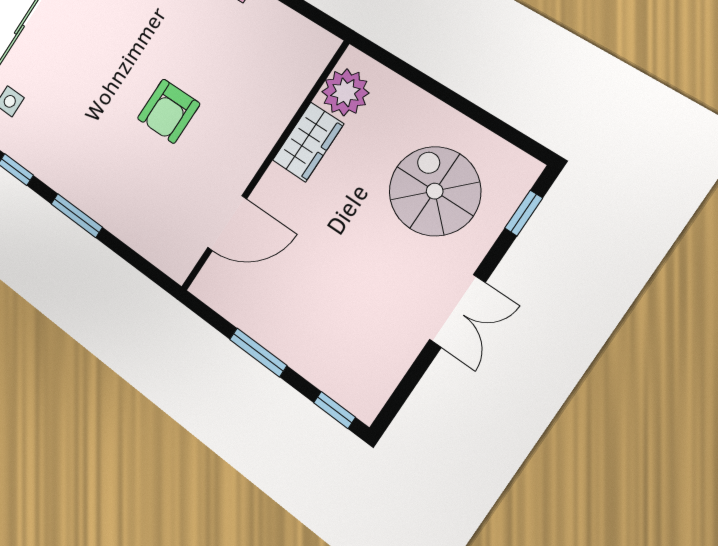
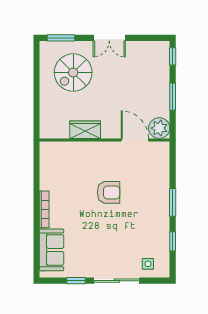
plant: (345, 92) -> (159, 128), moved
window: (524, 213) -> (61, 38), width x1.50
double door: (457, 311) -> (109, 38), swing flipped

